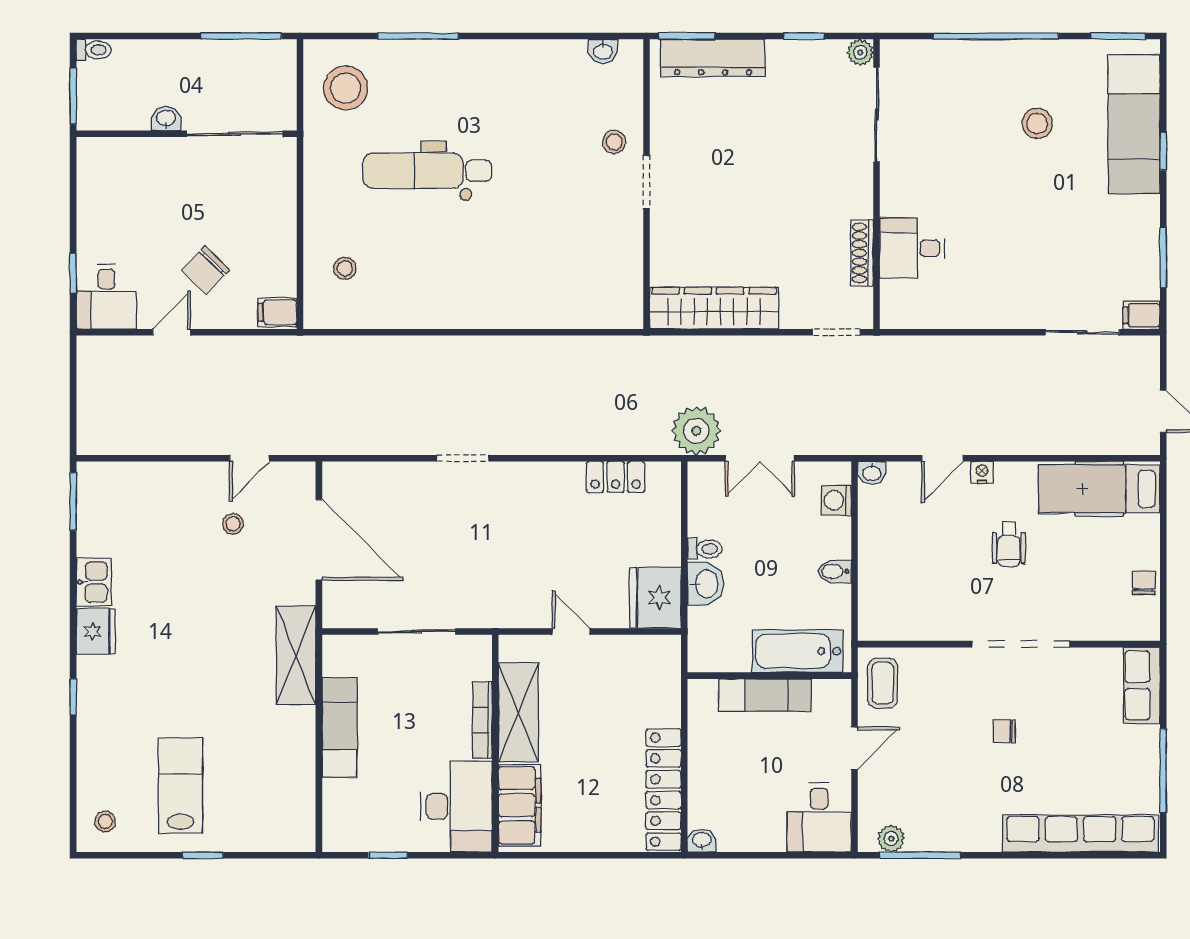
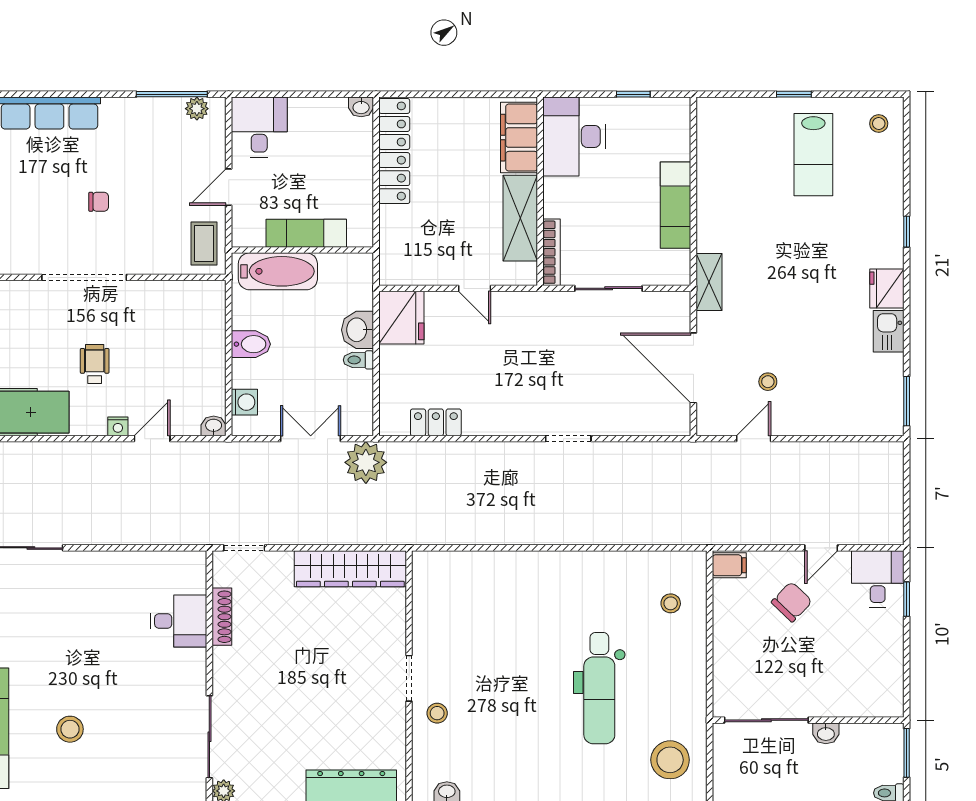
dental chair: (427, 171) -> (599, 688), turned 90
bidet: (835, 571) -> (251, 344), width x1.38, depth x1.36
shelving: (296, 655) -> (709, 282), width x0.67, depth x0.75
bookcase: (482, 720) -> (551, 252), moved

